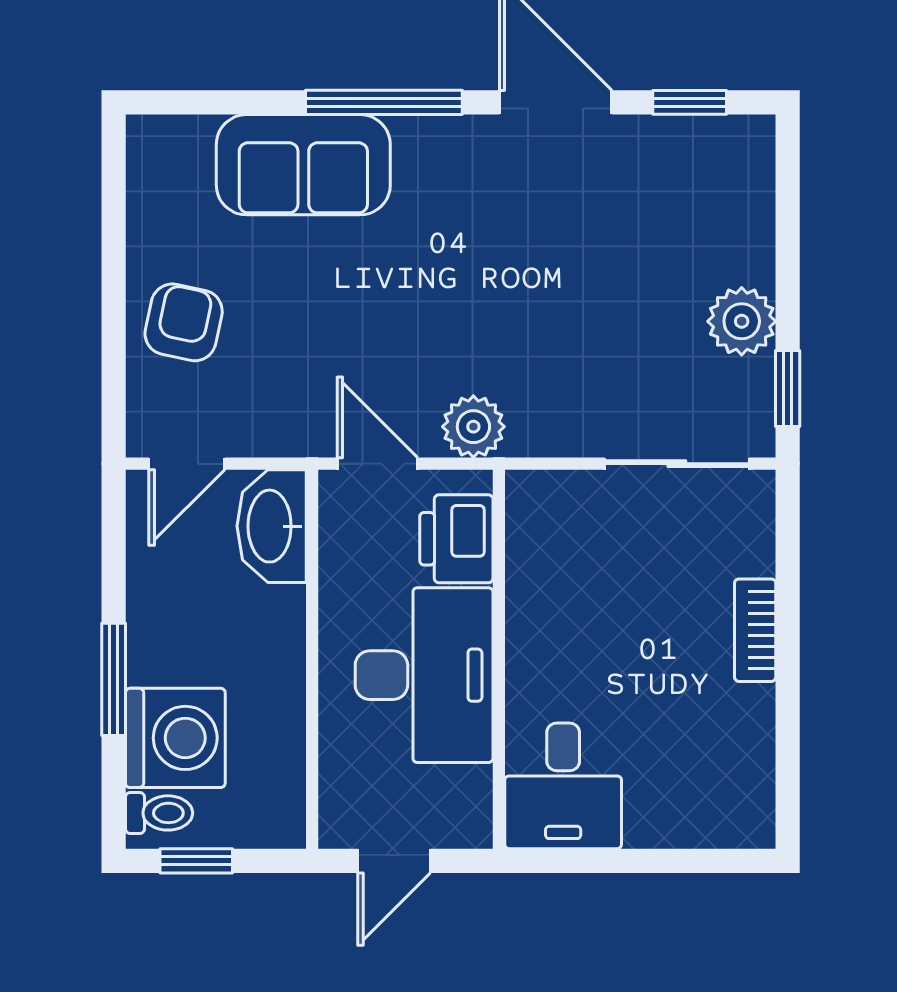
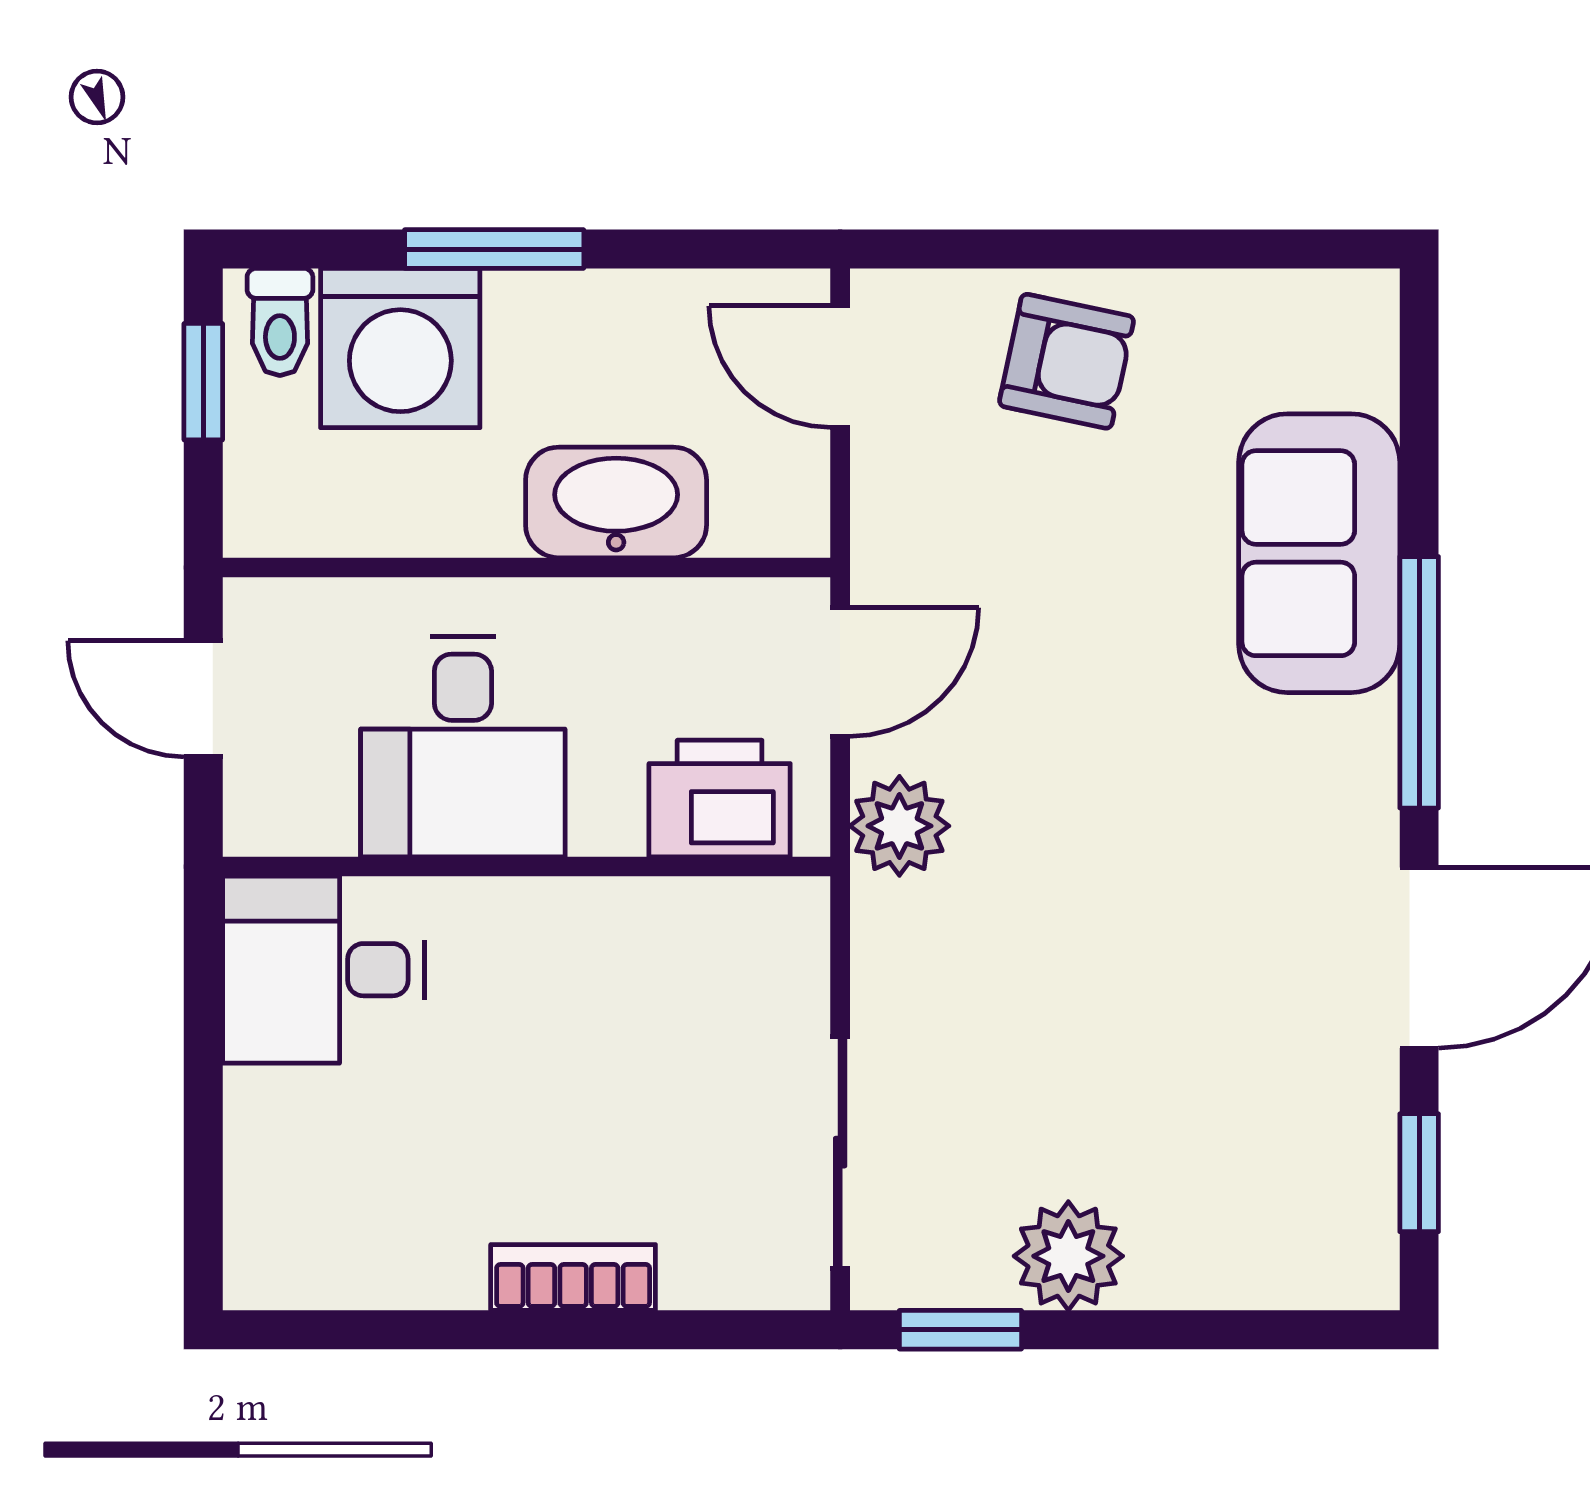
washbasin: (272, 526) -> (616, 502), moved
desk: (424, 675) -> (463, 747), width x0.73

